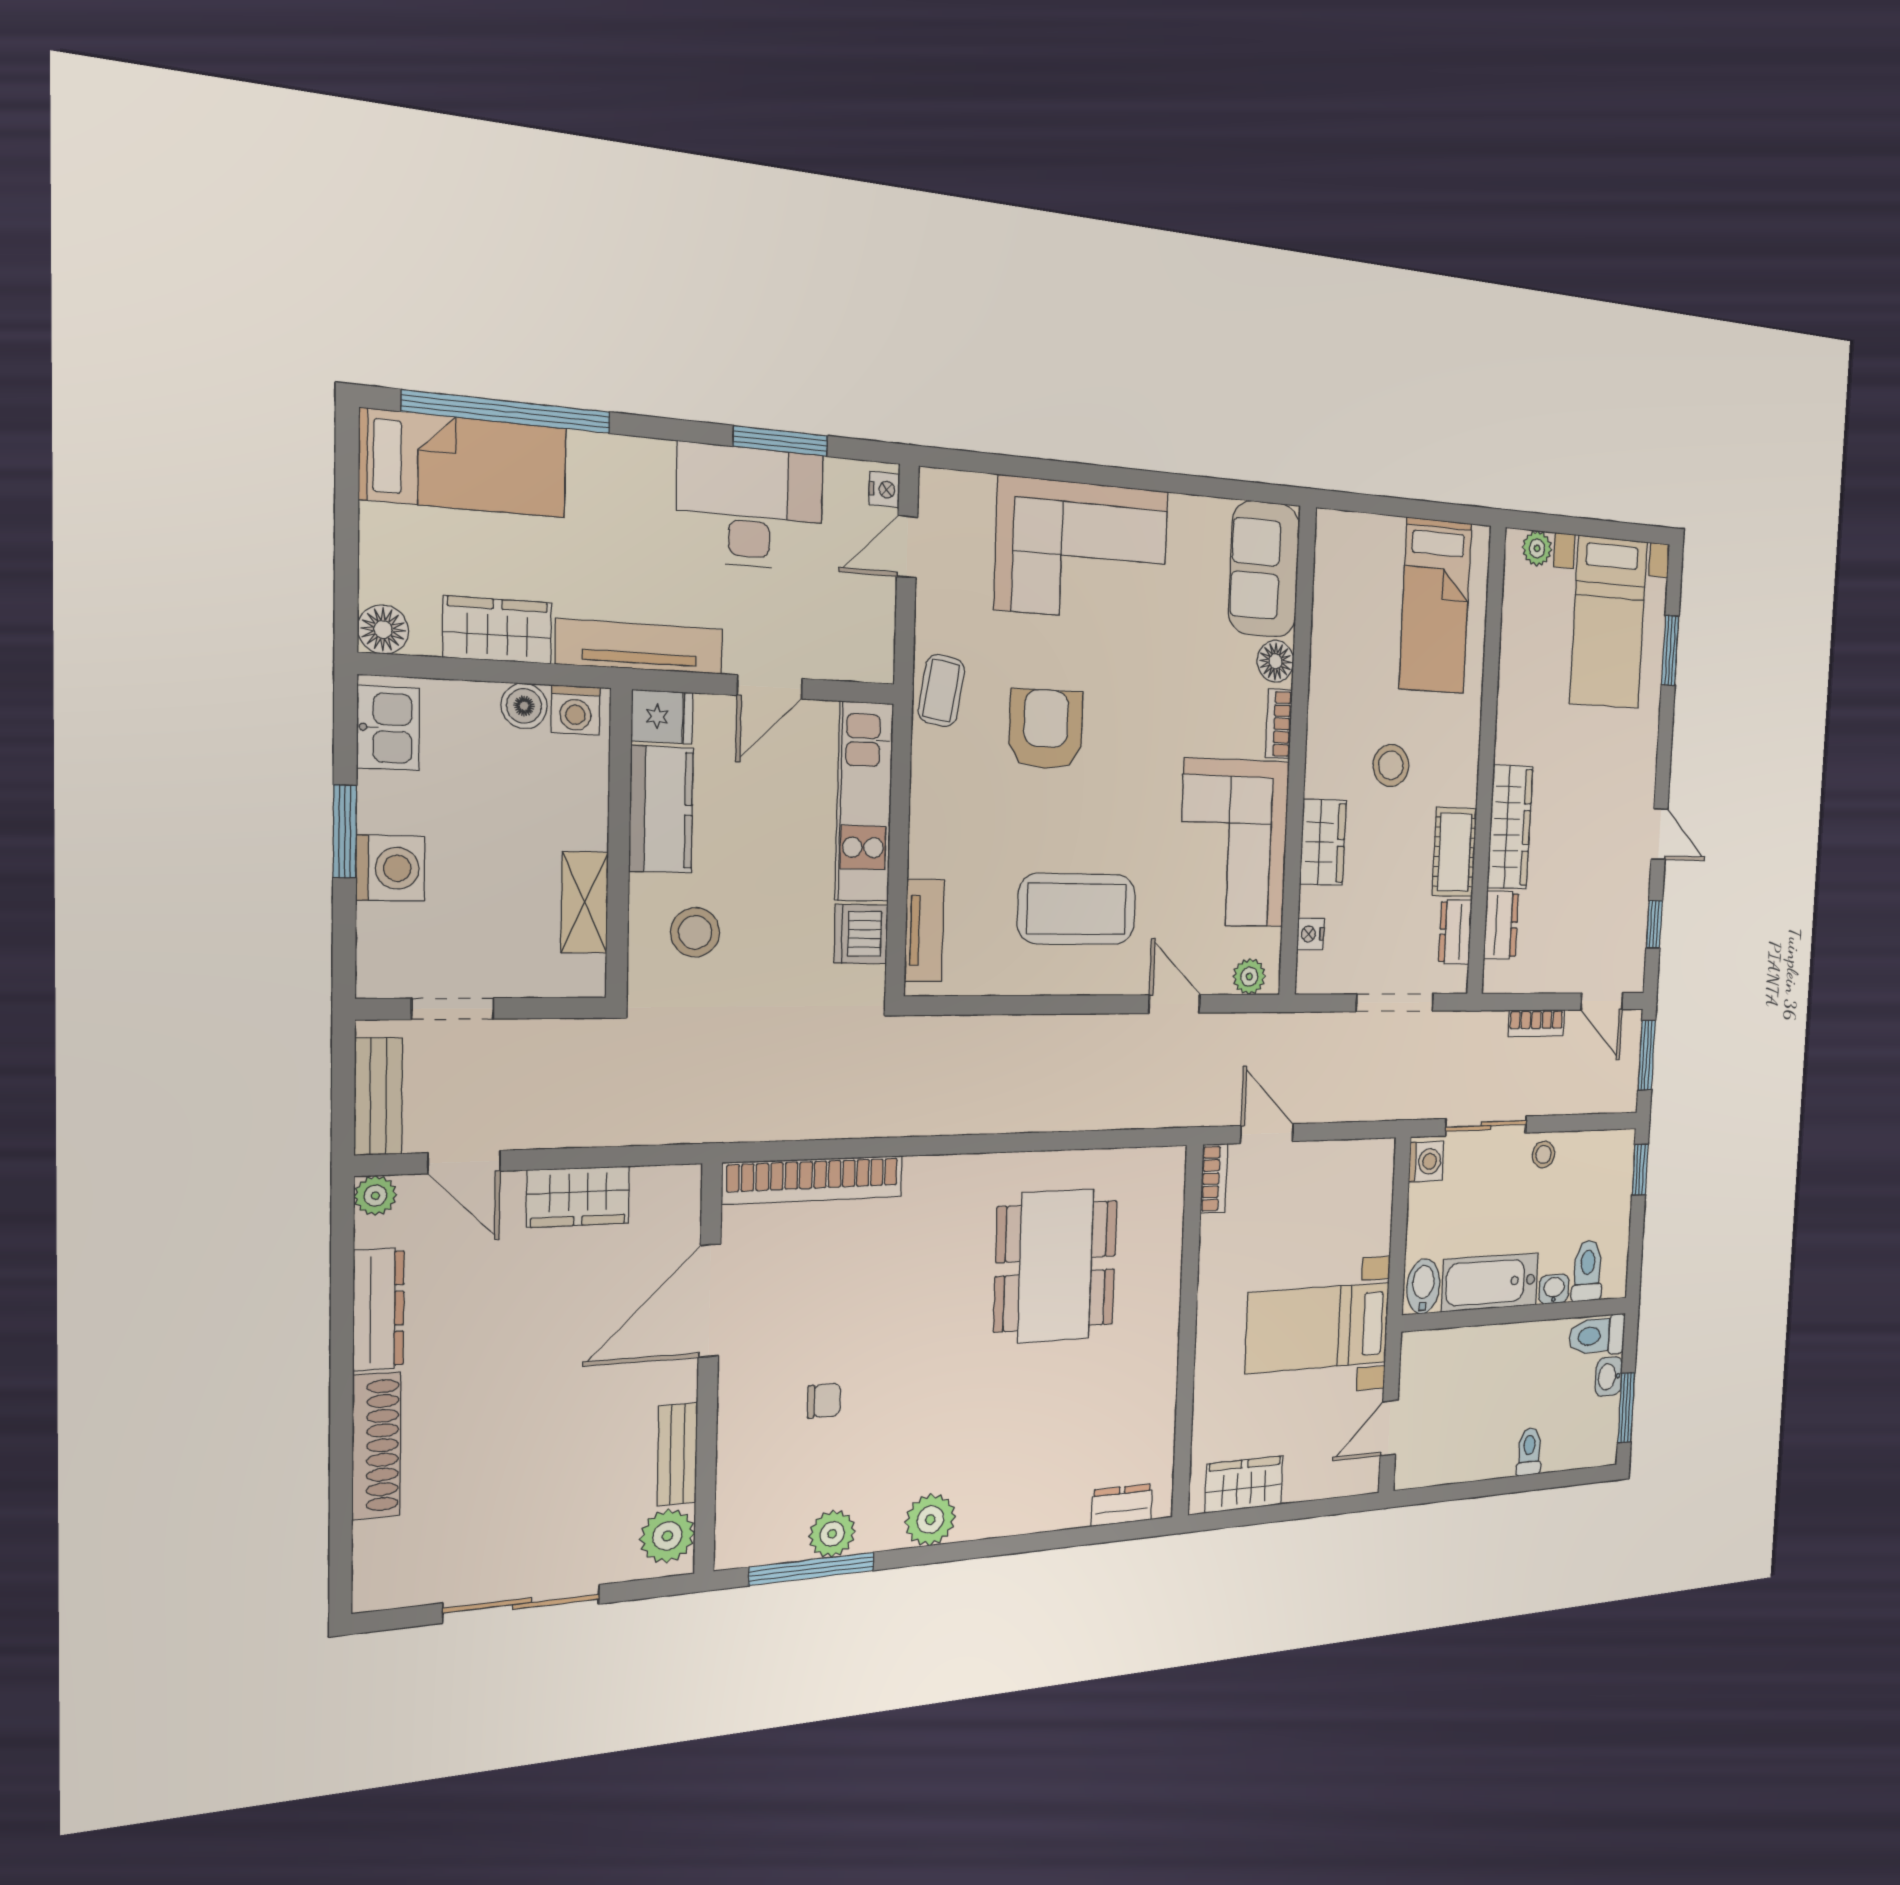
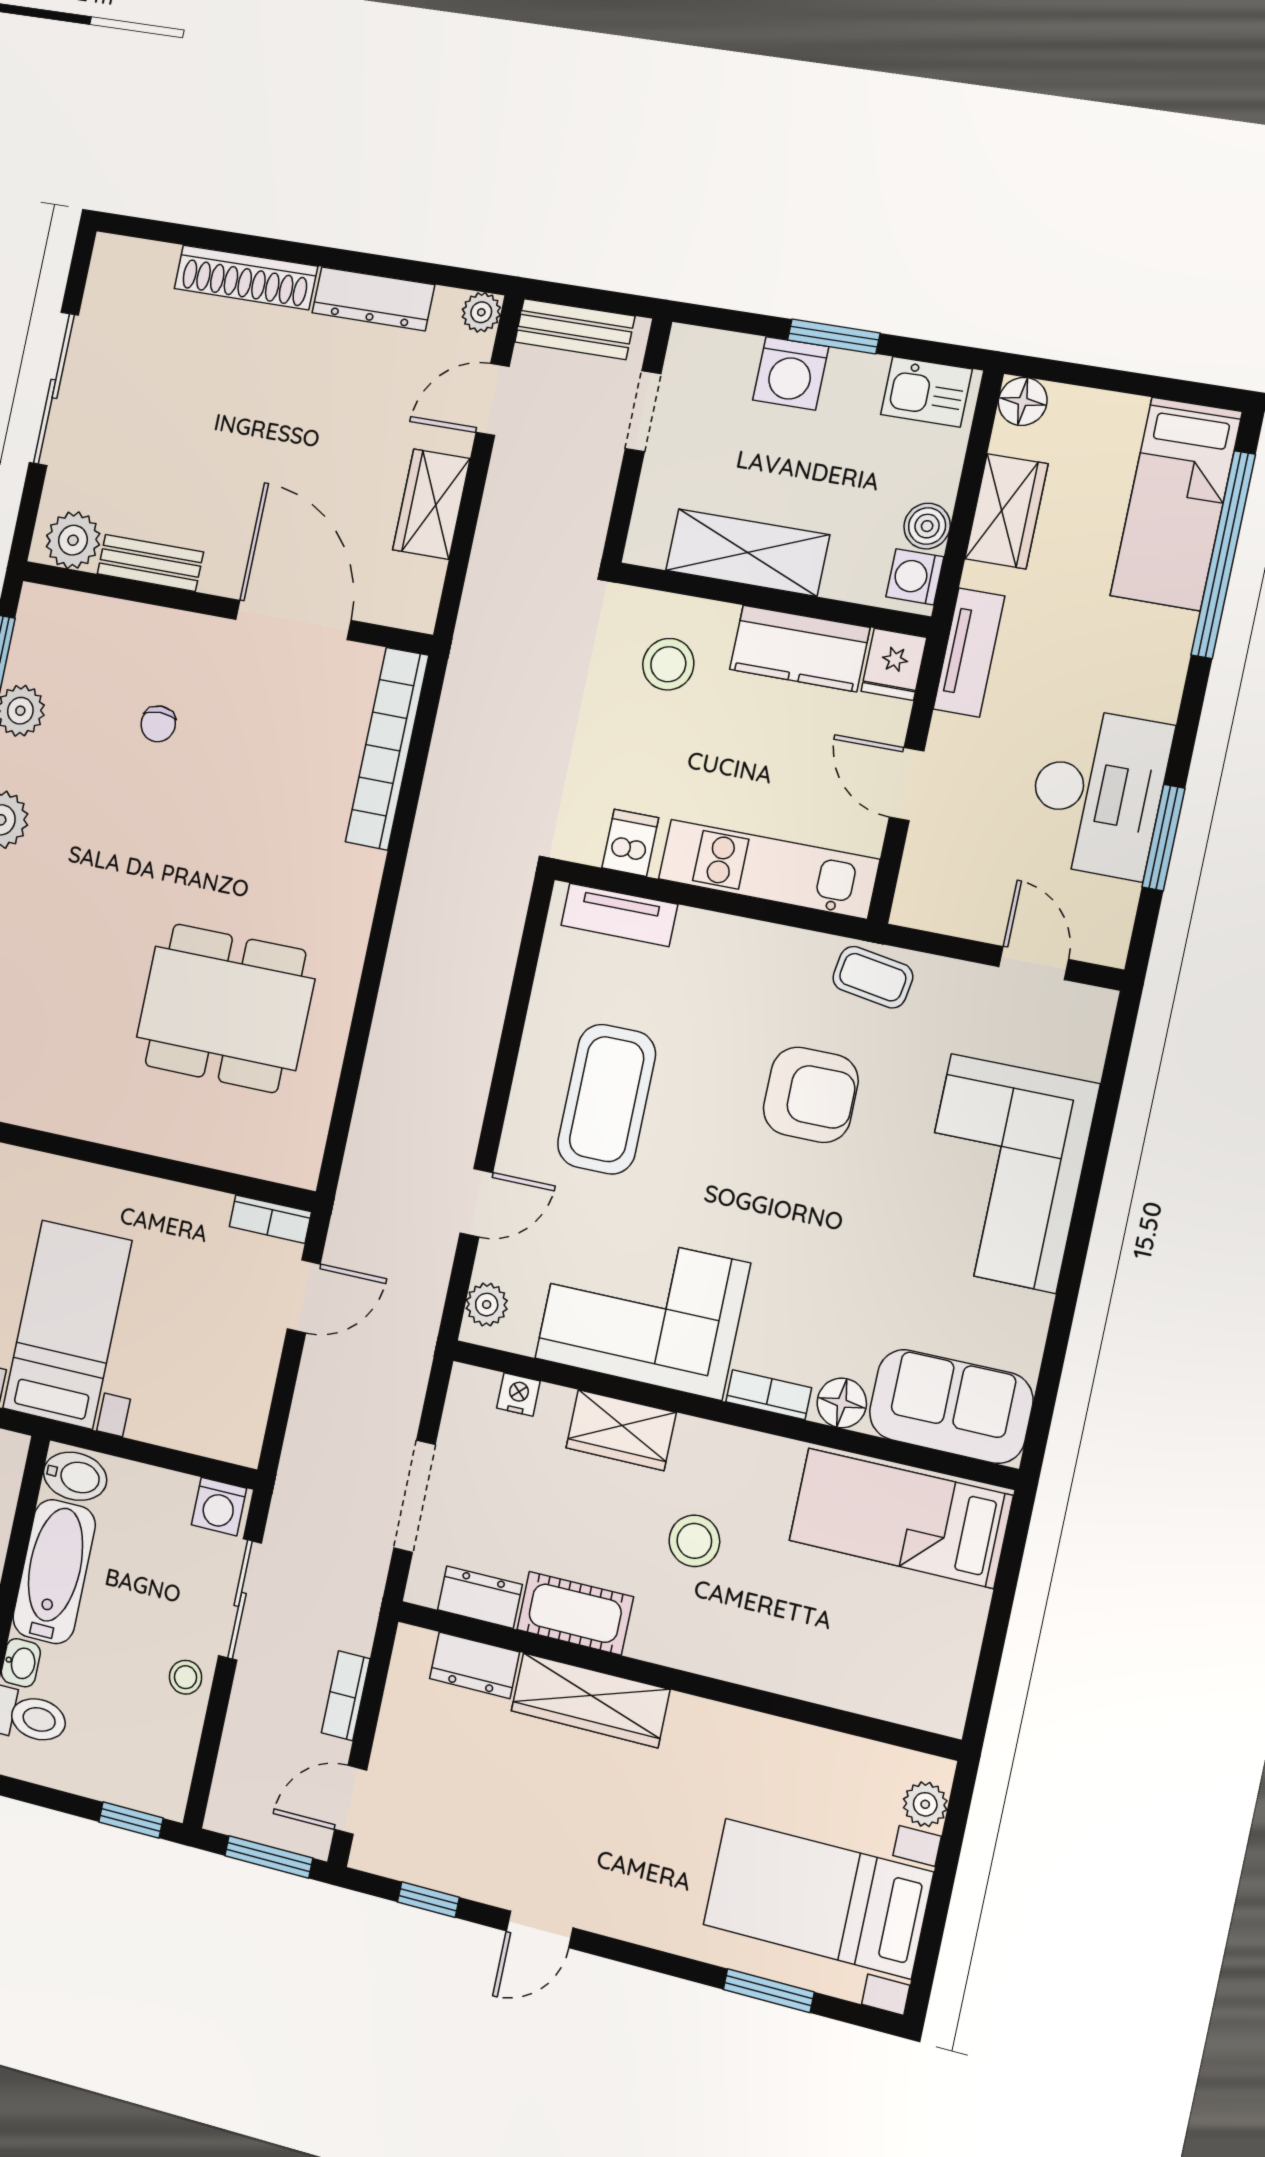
nightstand: (884, 489) -> (1099, 947), removed
bed: (1435, 606) -> (901, 1518), moved
tv unit: (640, 647) -> (969, 653), width x0.71
shelving: (585, 902) -> (747, 553), width x1.50, depth x1.33
dishwasher: (861, 934) -> (630, 843), width x0.73

